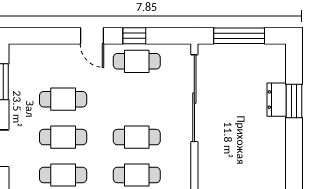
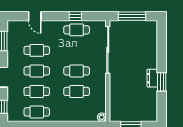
door: (92, 36) -> (35, 16), moved
dresser: (277, 100) -> (152, 78), moved
window: (294, 101) -> (162, 82), moved

